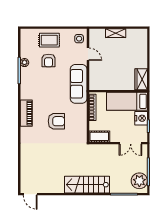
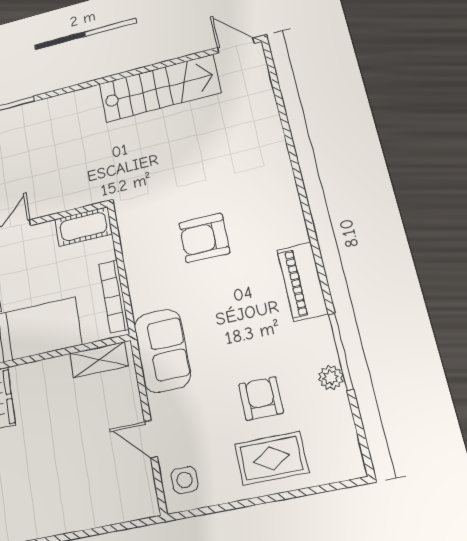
shelving: (116, 33) -> (99, 360), moved
sofa: (79, 84) -> (162, 351), width x0.73
piano: (26, 113) -> (302, 282), moved
stairs: (87, 185) -> (160, 88), moved

